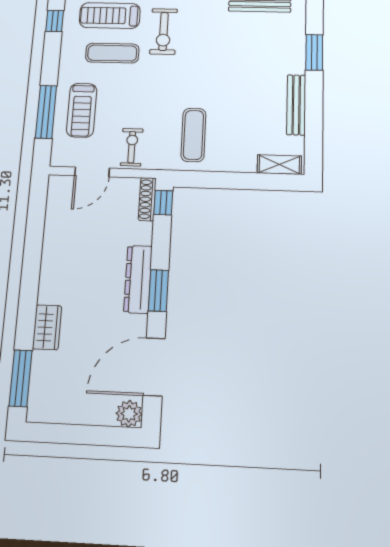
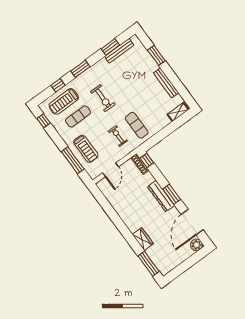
exercise bike: (164, 31) -> (103, 98), moved
exercise bike: (132, 147) -> (118, 136), moved

